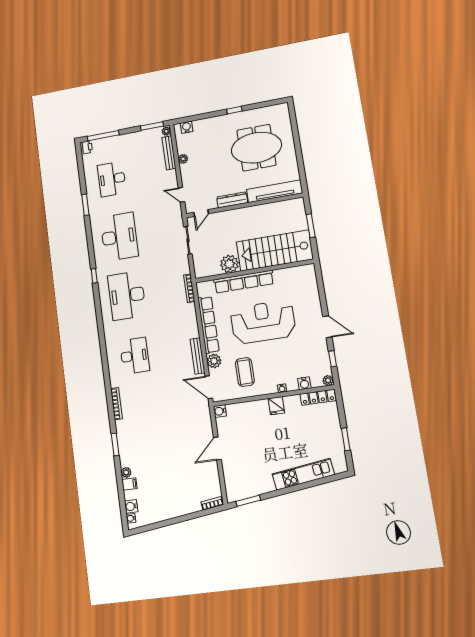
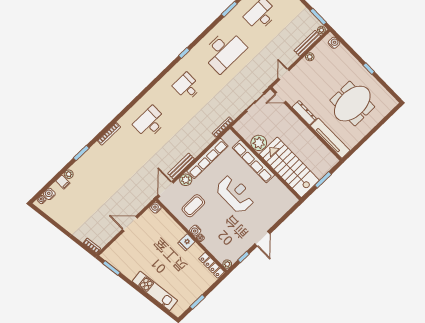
meeting table: (256, 148) -> (352, 104), turned 90
desk: (127, 296) -> (187, 87), width x0.53, depth x0.77
reception desk: (263, 322) -> (235, 194), width x0.74, depth x0.77
desk: (135, 356) -> (150, 123), turned 180
water cooler: (304, 383) -> (195, 231), moved

